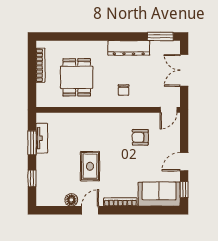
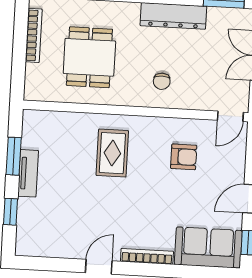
armchair: (140, 137) -> (184, 157), turned 180
tv unit: (42, 138) -> (28, 173), moved
rug: (90, 166) -> (112, 153), moved
floor lamp: (71, 200) -> (70, 249), removed

